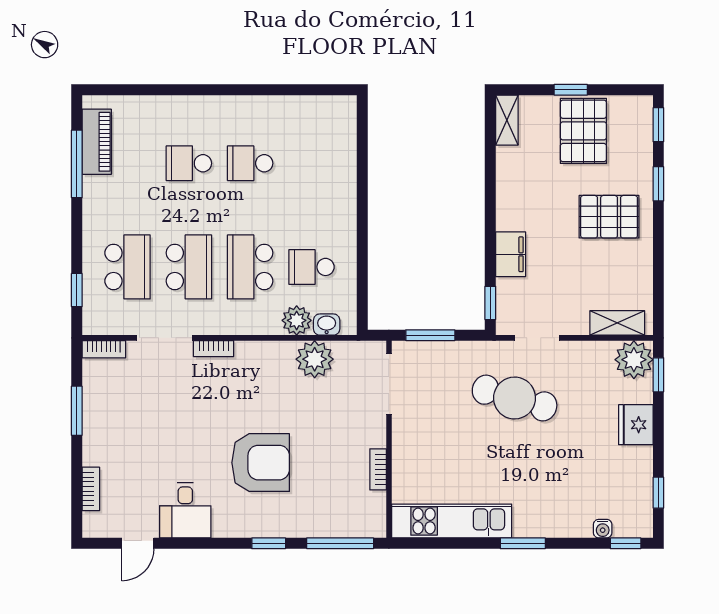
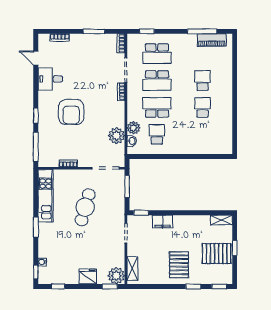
cafe table: (515, 398) -> (85, 207), moved

